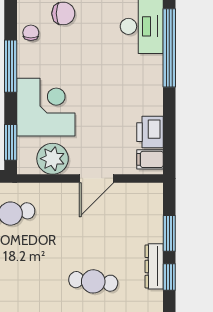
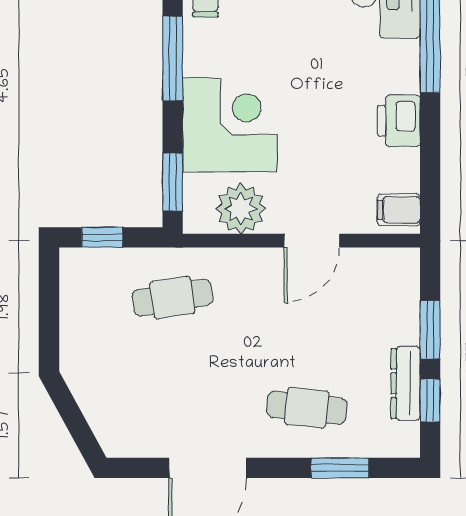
printer: (150, 132) -> (399, 121), moved

